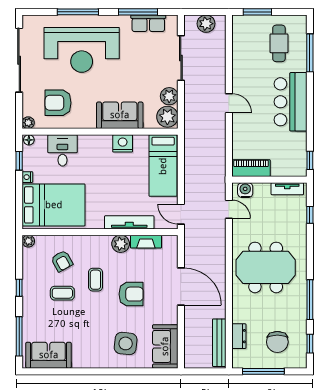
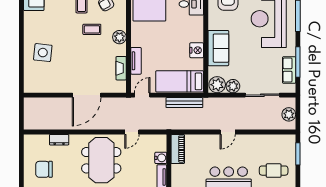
water cooler: (245, 190) -> (161, 158), moved
door: (229, 209) -> (132, 132), moved
tv unit: (129, 222) -> (136, 61), width x0.71
plant: (121, 244) -> (119, 37), moved
armchair: (131, 294) -> (81, 57), removed
dresser: (239, 336) -> (59, 140), moved
bench: (219, 343) -> (184, 103), moved
sofa: (165, 346) -> (41, 83), removed
window: (263, 371) -> (21, 159), removed

